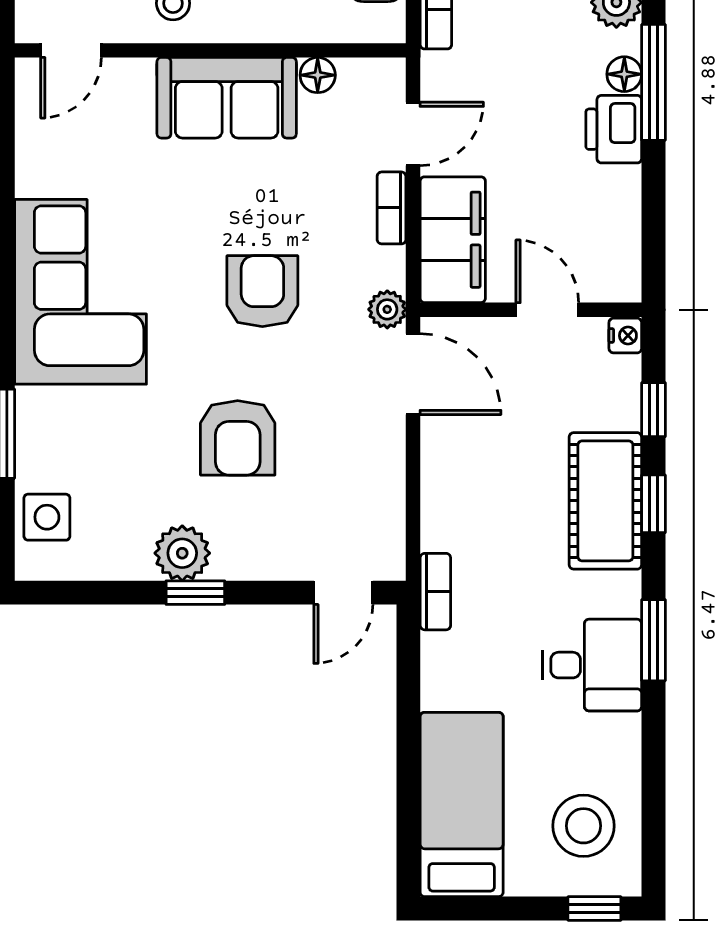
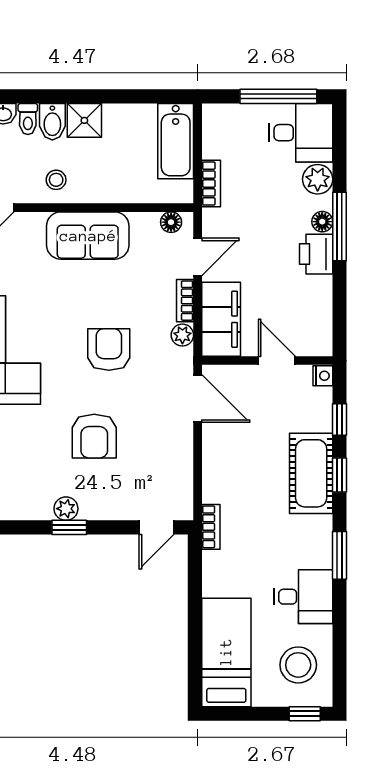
floor lamp: (318, 75) -> (171, 222), moved
plant: (387, 309) -> (182, 335), moved
plant: (182, 553) -> (66, 509), width x0.73, depth x0.73
desk: (592, 665) -> (303, 597), moved

